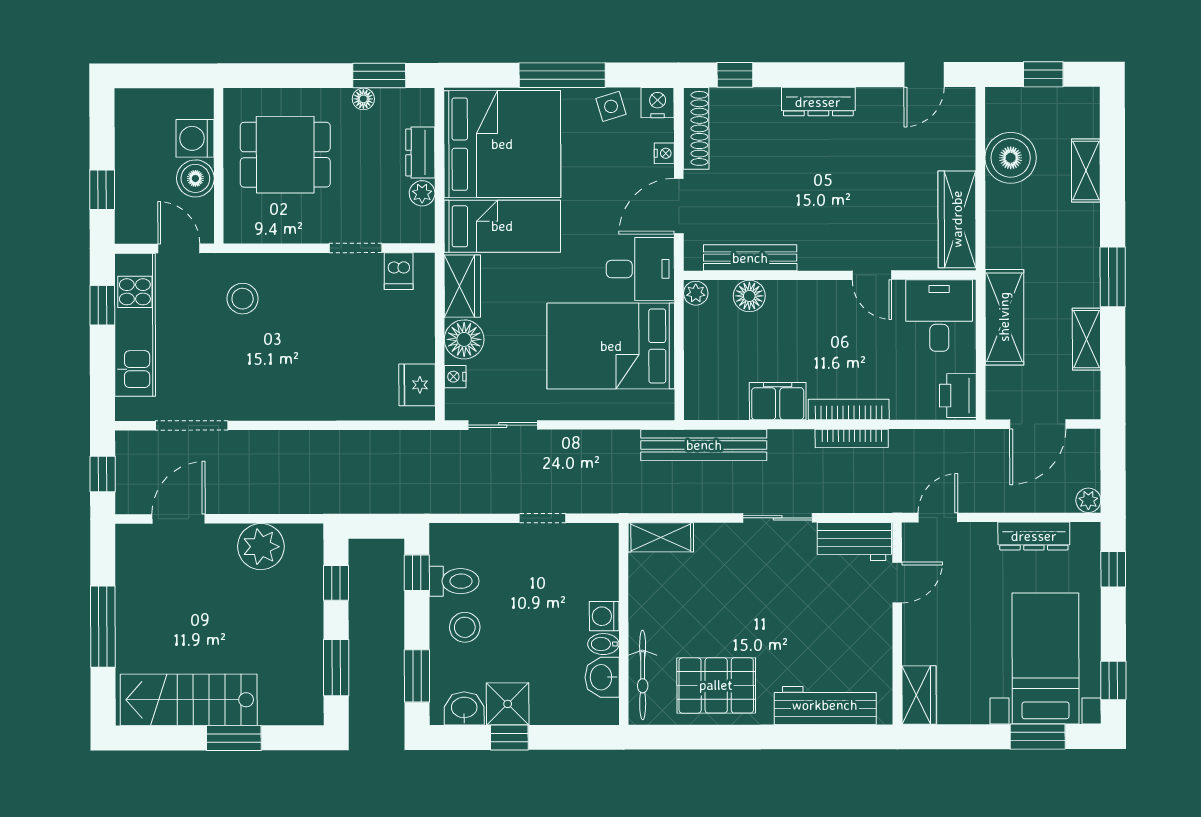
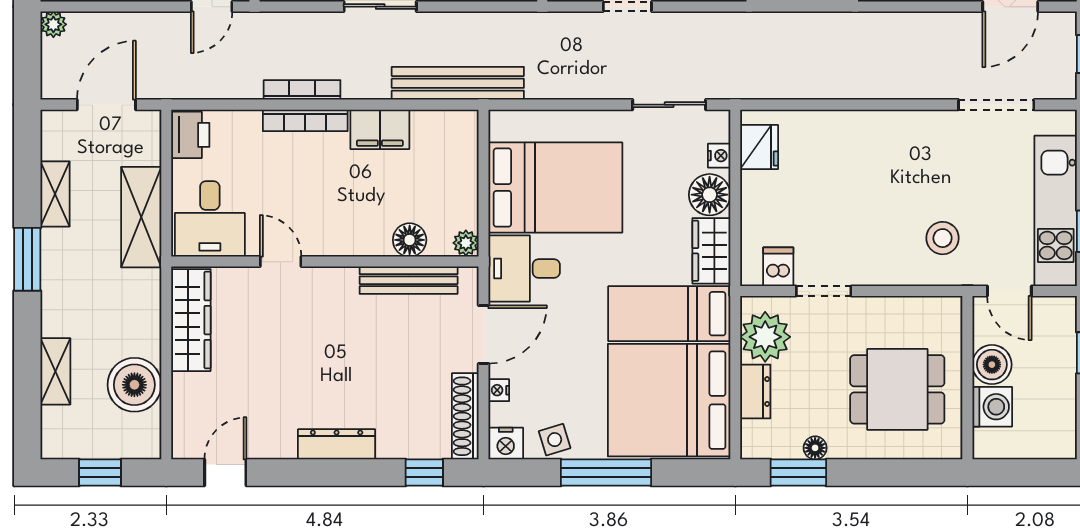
plant: (422, 193) -> (765, 337), width x1.88, depth x1.88

